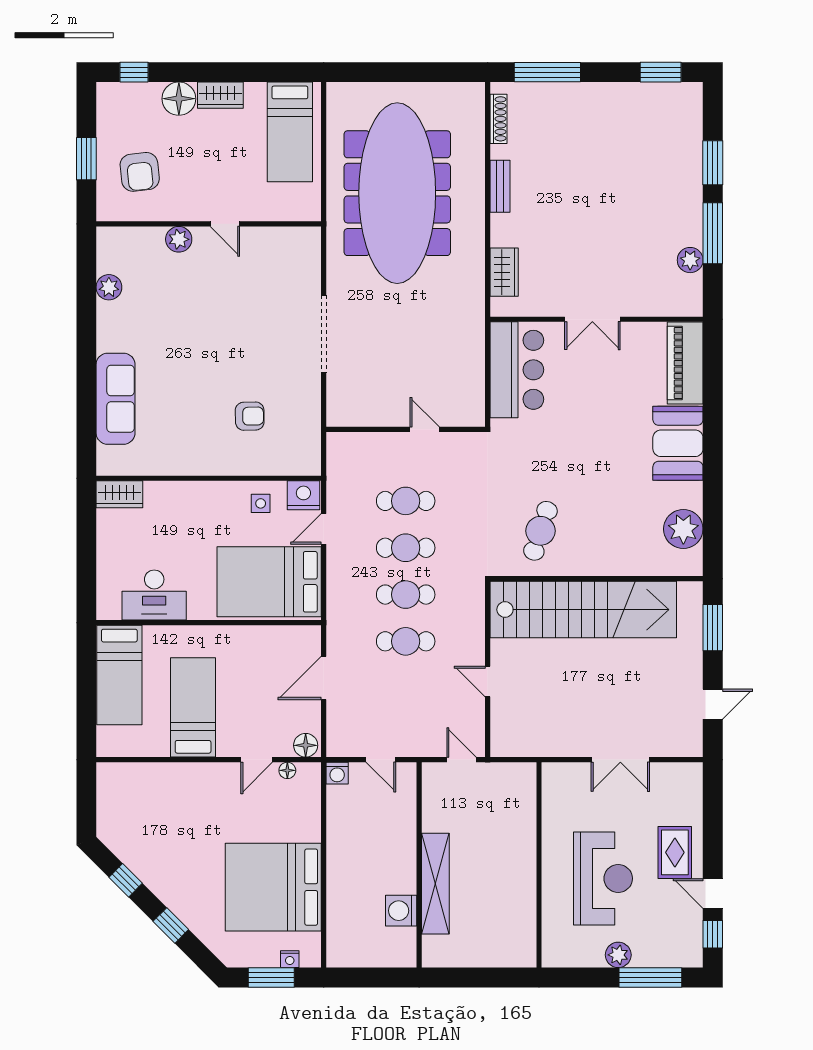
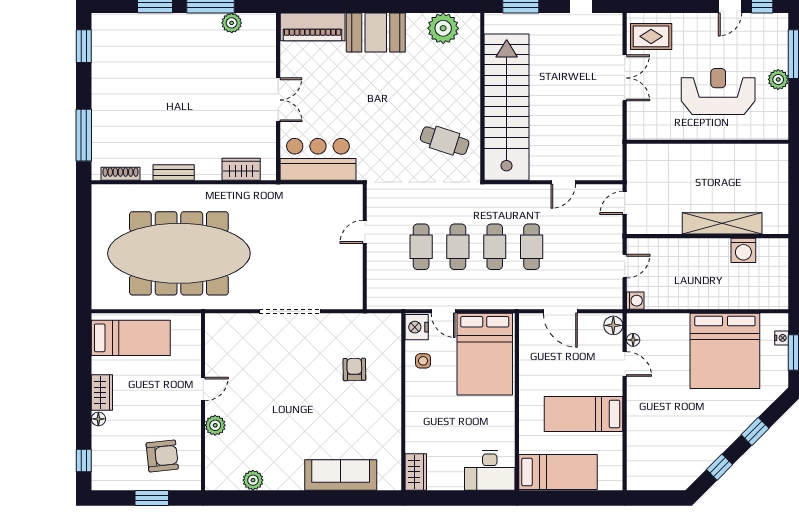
floor lamp: (179, 99) -> (98, 419), width x0.53, depth x0.53
desk: (154, 595) -> (490, 470), moved, turned 90
rug: (675, 852) -> (651, 36), moved

